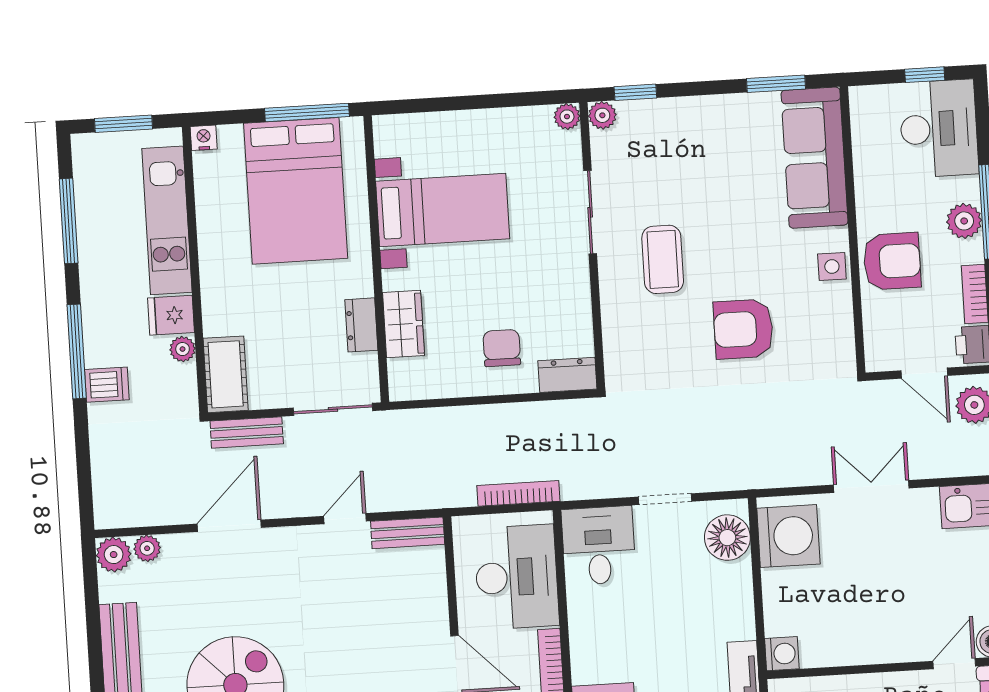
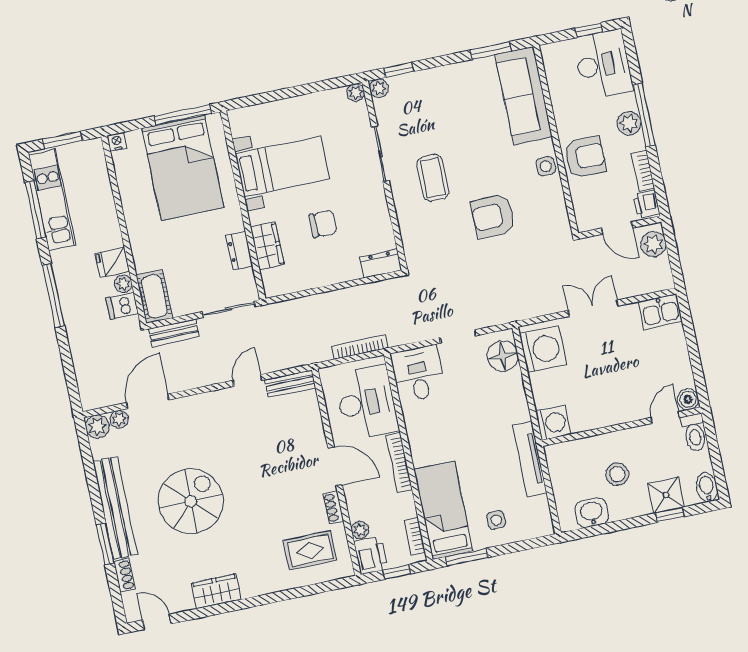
kitchen unit: (167, 220) -> (52, 200), moved, turned 180
chair: (502, 348) -> (323, 224), moved, turned 90
dishwasher: (107, 385) -> (122, 306), moved, turned 180
door: (229, 526) -> (148, 401), moved
washing machine: (782, 654) -> (553, 423), width x1.38, depth x1.38

